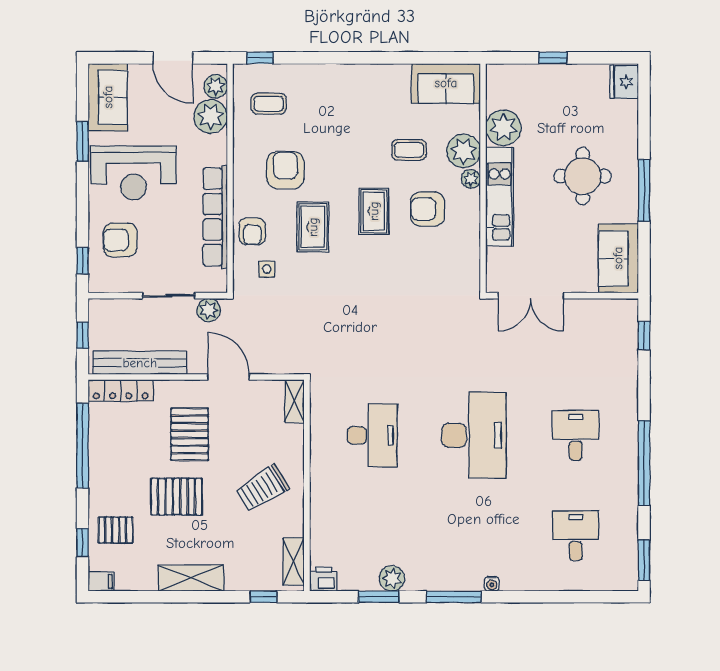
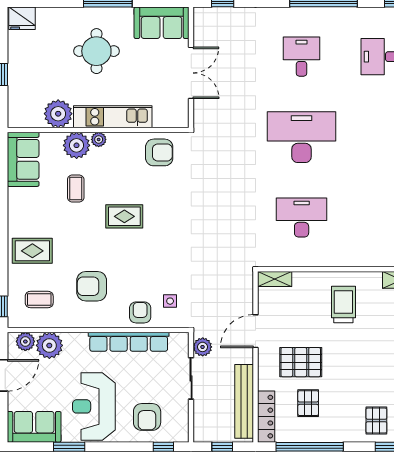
coffee table: (269, 104) -> (39, 300), turned 90
reception desk: (133, 173) -> (94, 406), turned 180
armchair: (428, 209) -> (159, 152), moved, turned -90
rug: (313, 227) -> (32, 251), moved
armchair: (252, 231) -> (140, 312), turned -90
double door: (531, 296) -> (191, 73), moved
desk: (576, 435) -> (302, 57), turned 90
trolley: (262, 488) -> (343, 305), turned -148
pallet: (177, 497) -> (308, 403), moved, width x0.67, depth x0.71

